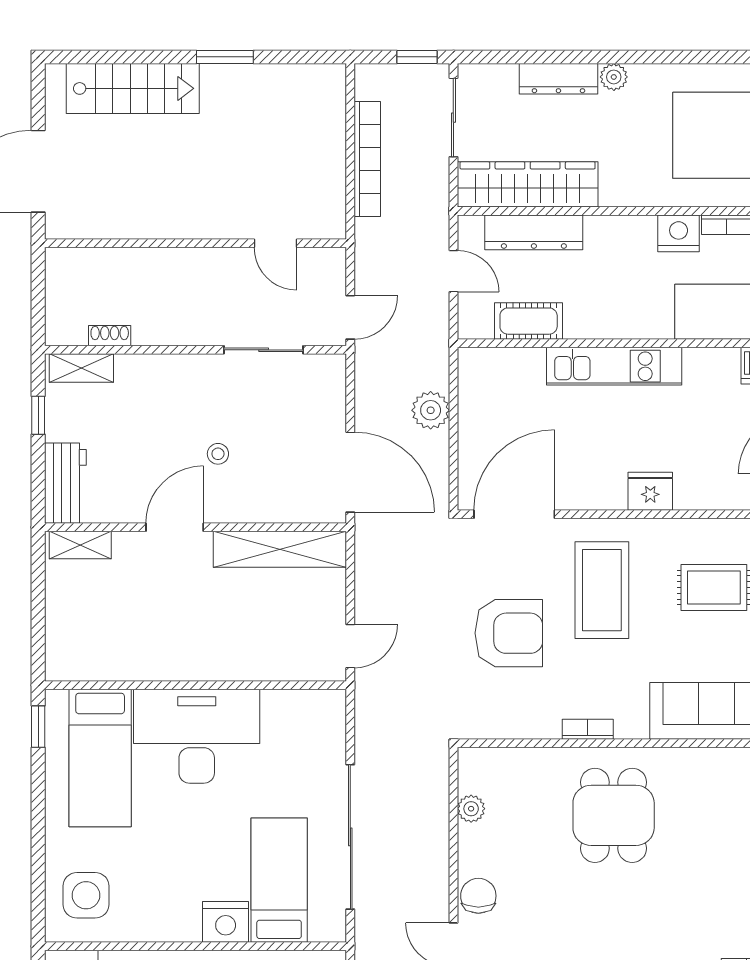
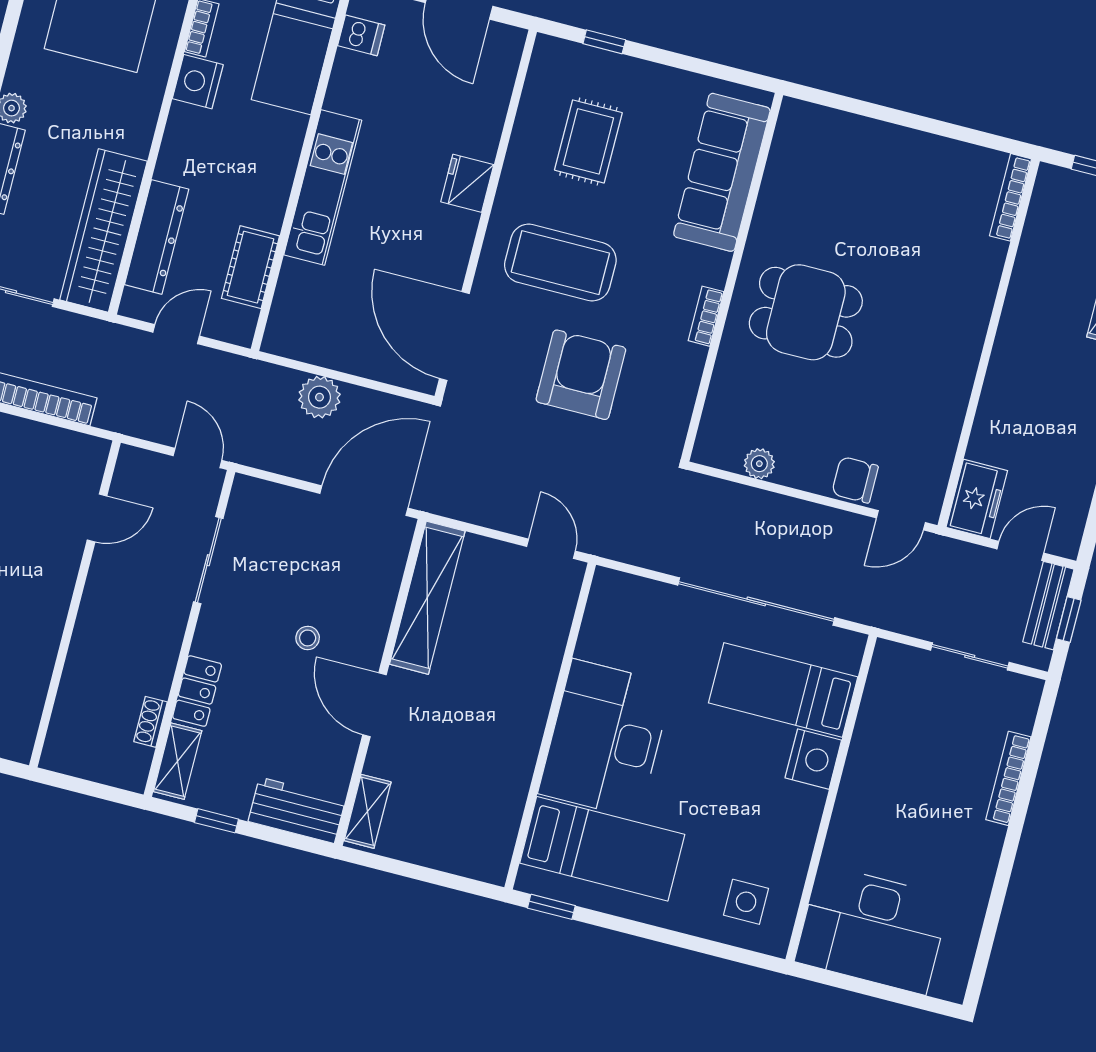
locker: (147, 369) -> (197, 691), added
side table: (86, 895) -> (746, 902), width x0.73, depth x0.73

